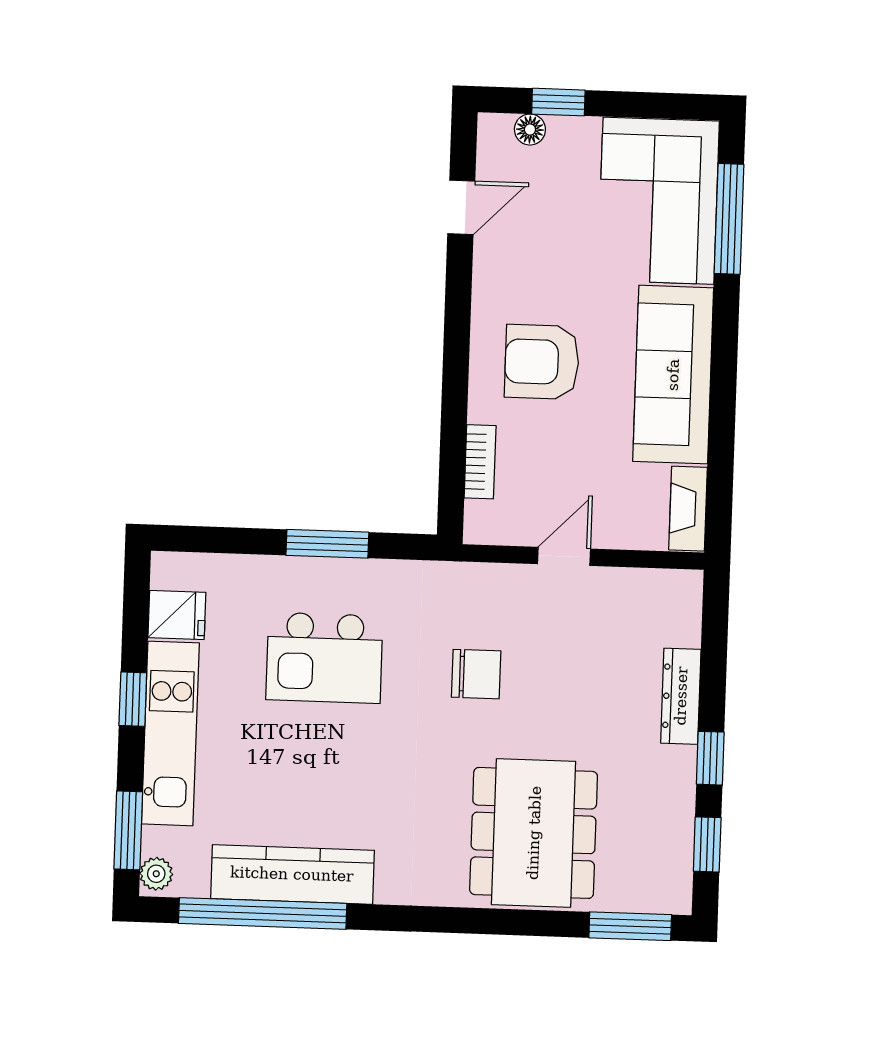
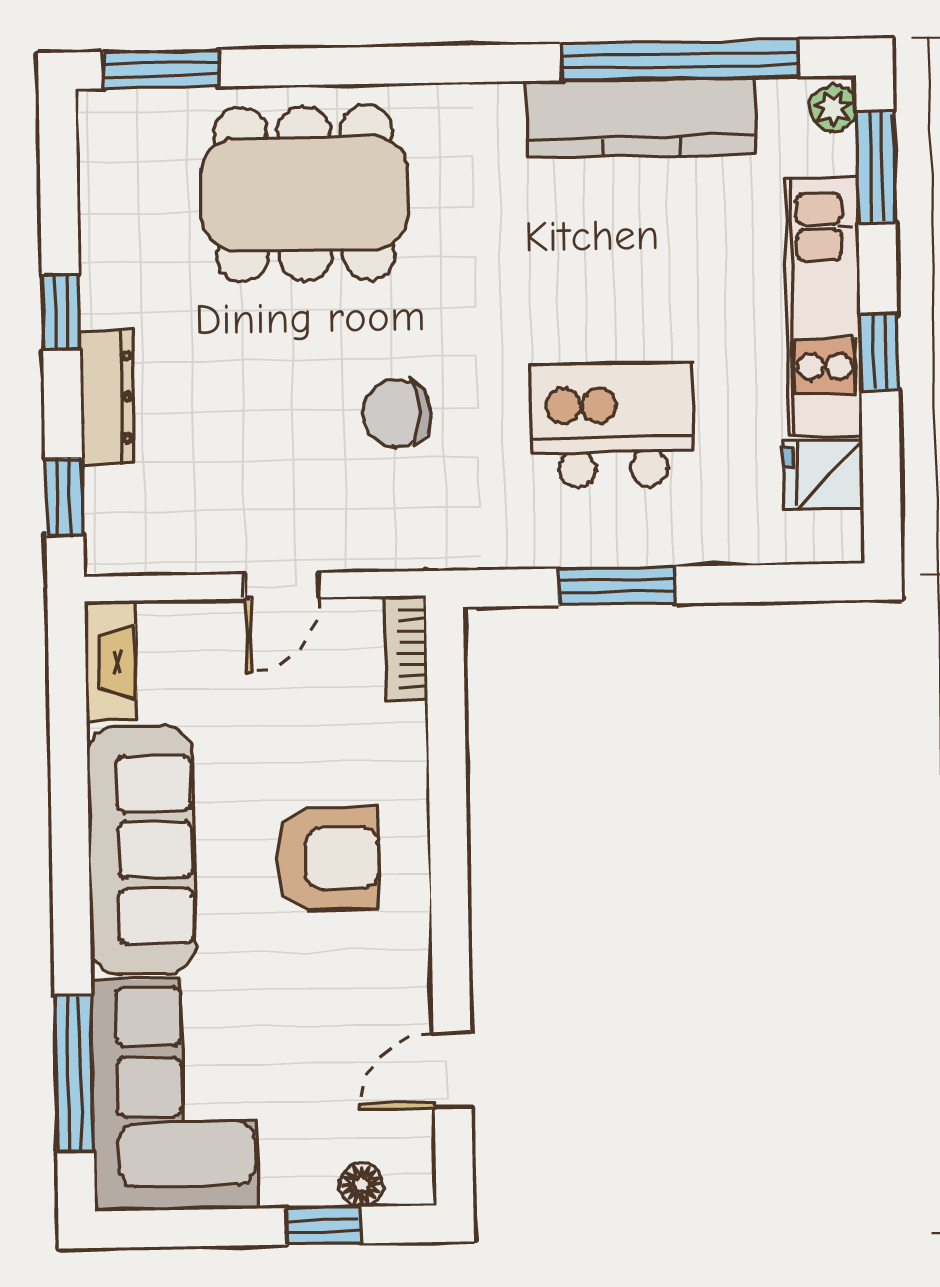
bookcase: (480, 462) -> (406, 648), moved
dining table: (534, 833) -> (304, 193), turned 90
window: (707, 844) -> (64, 497), moved

